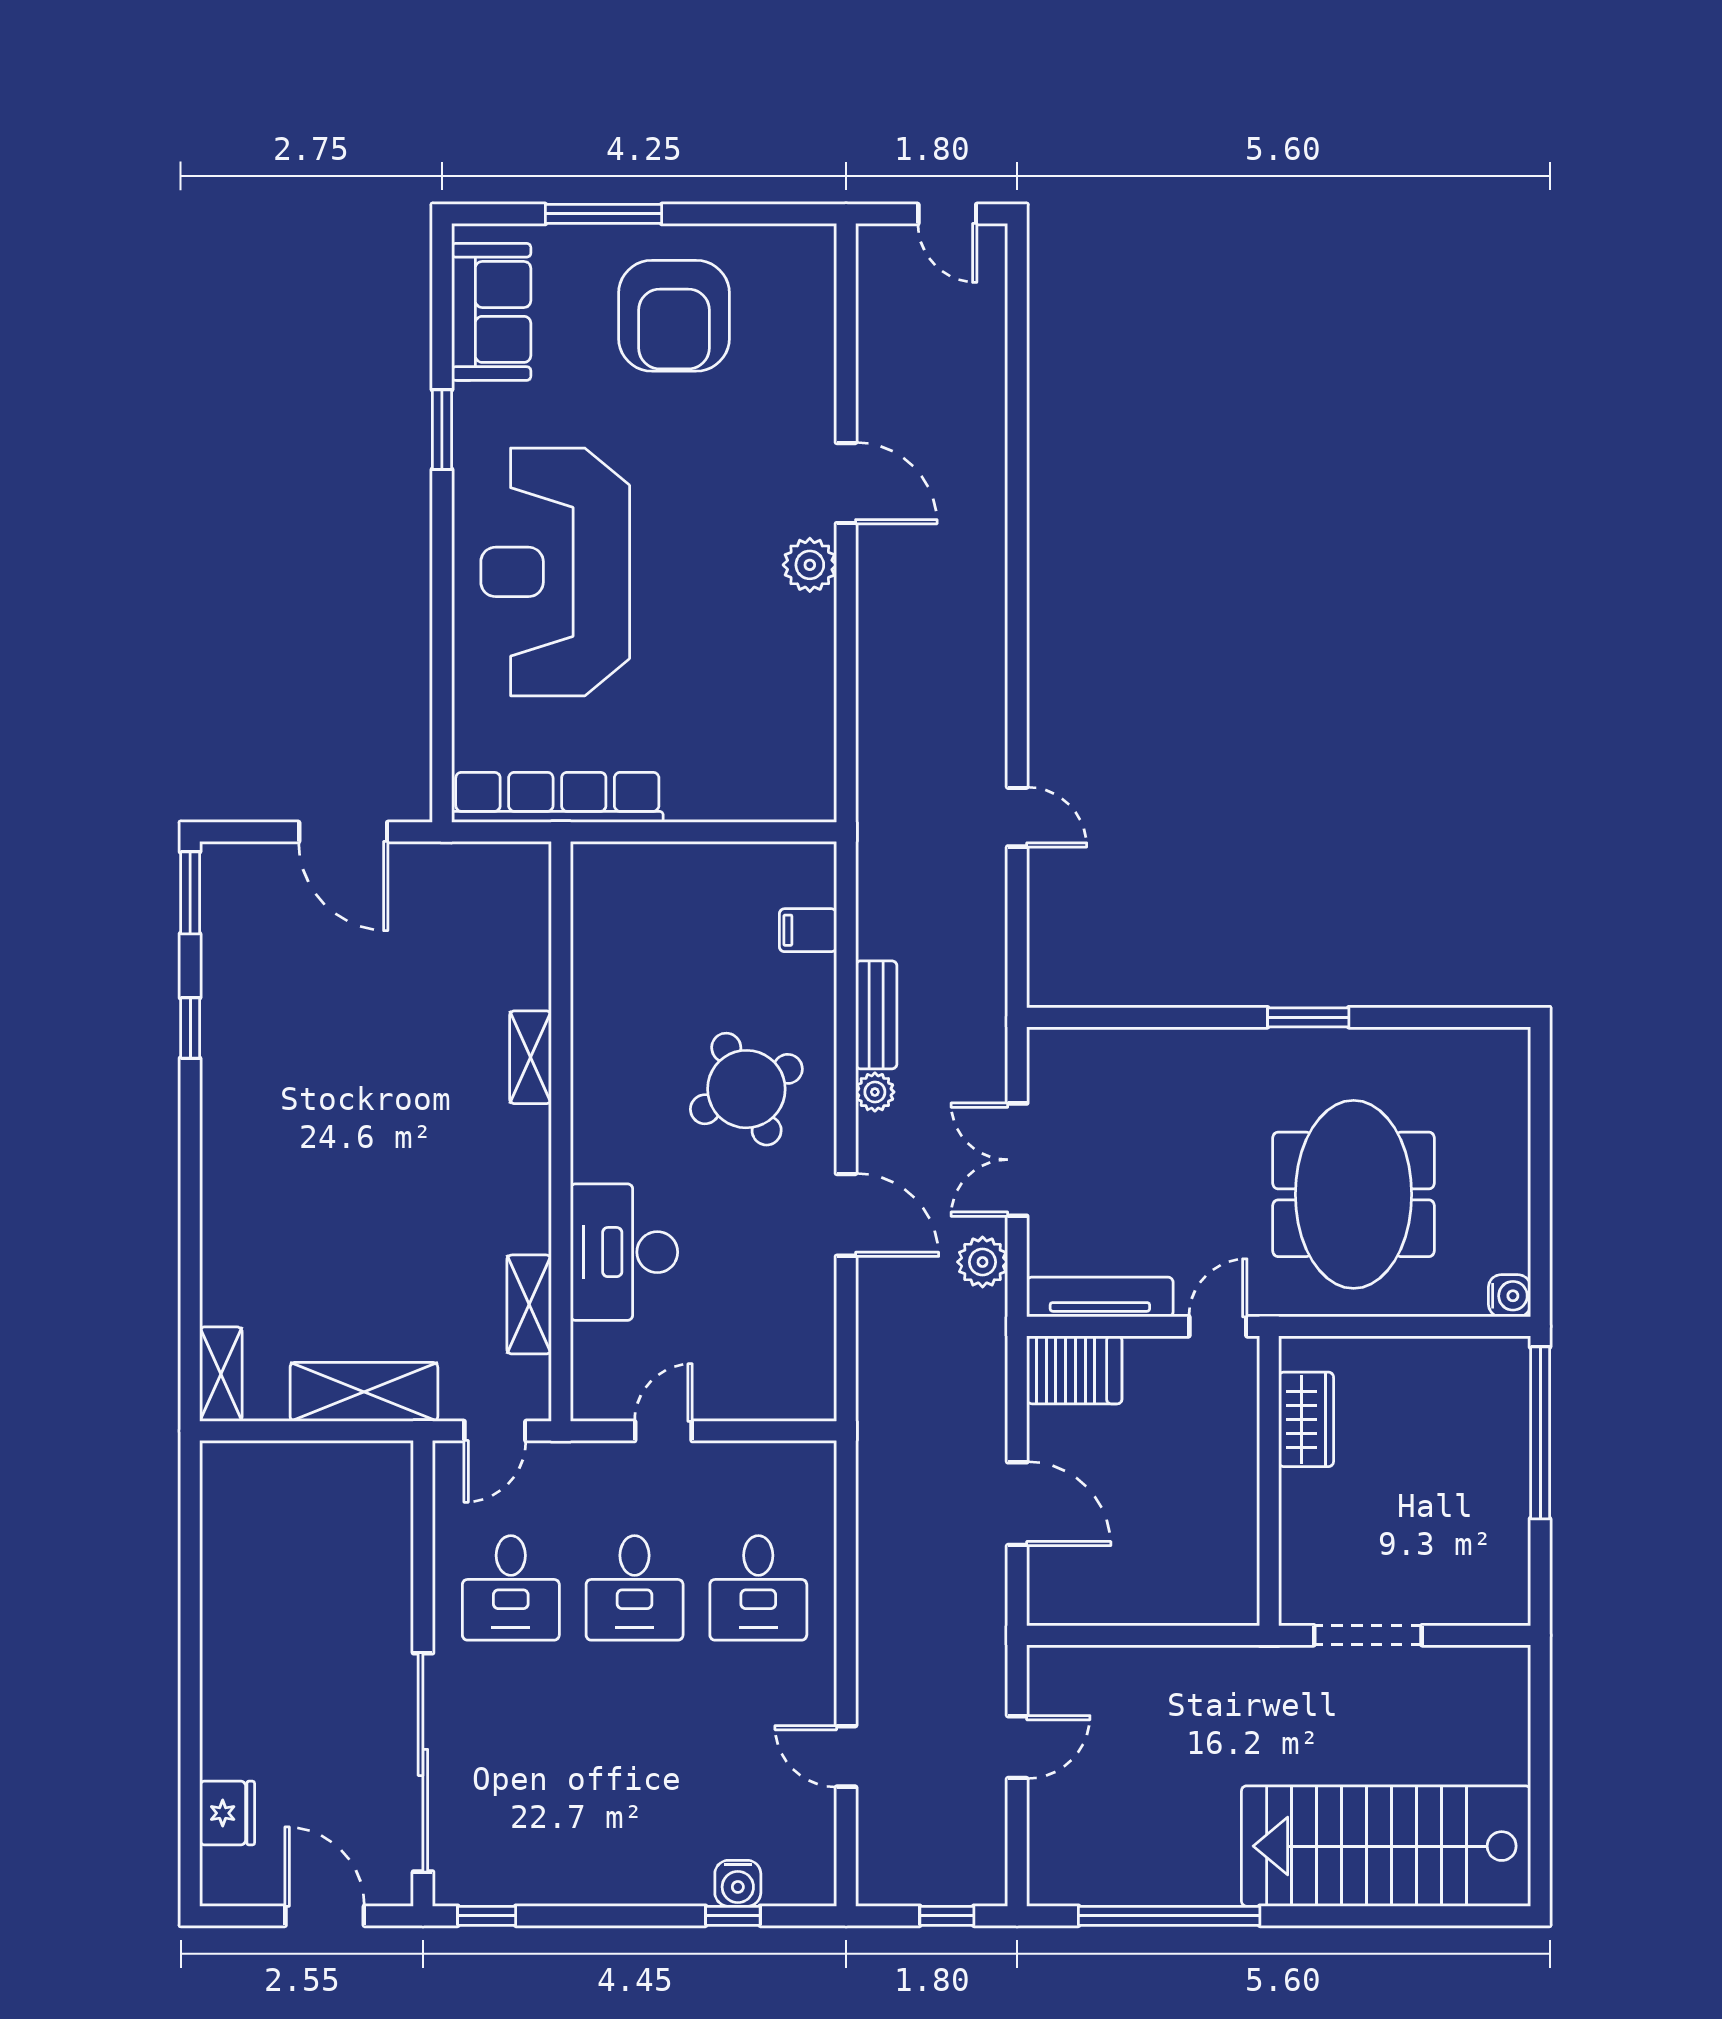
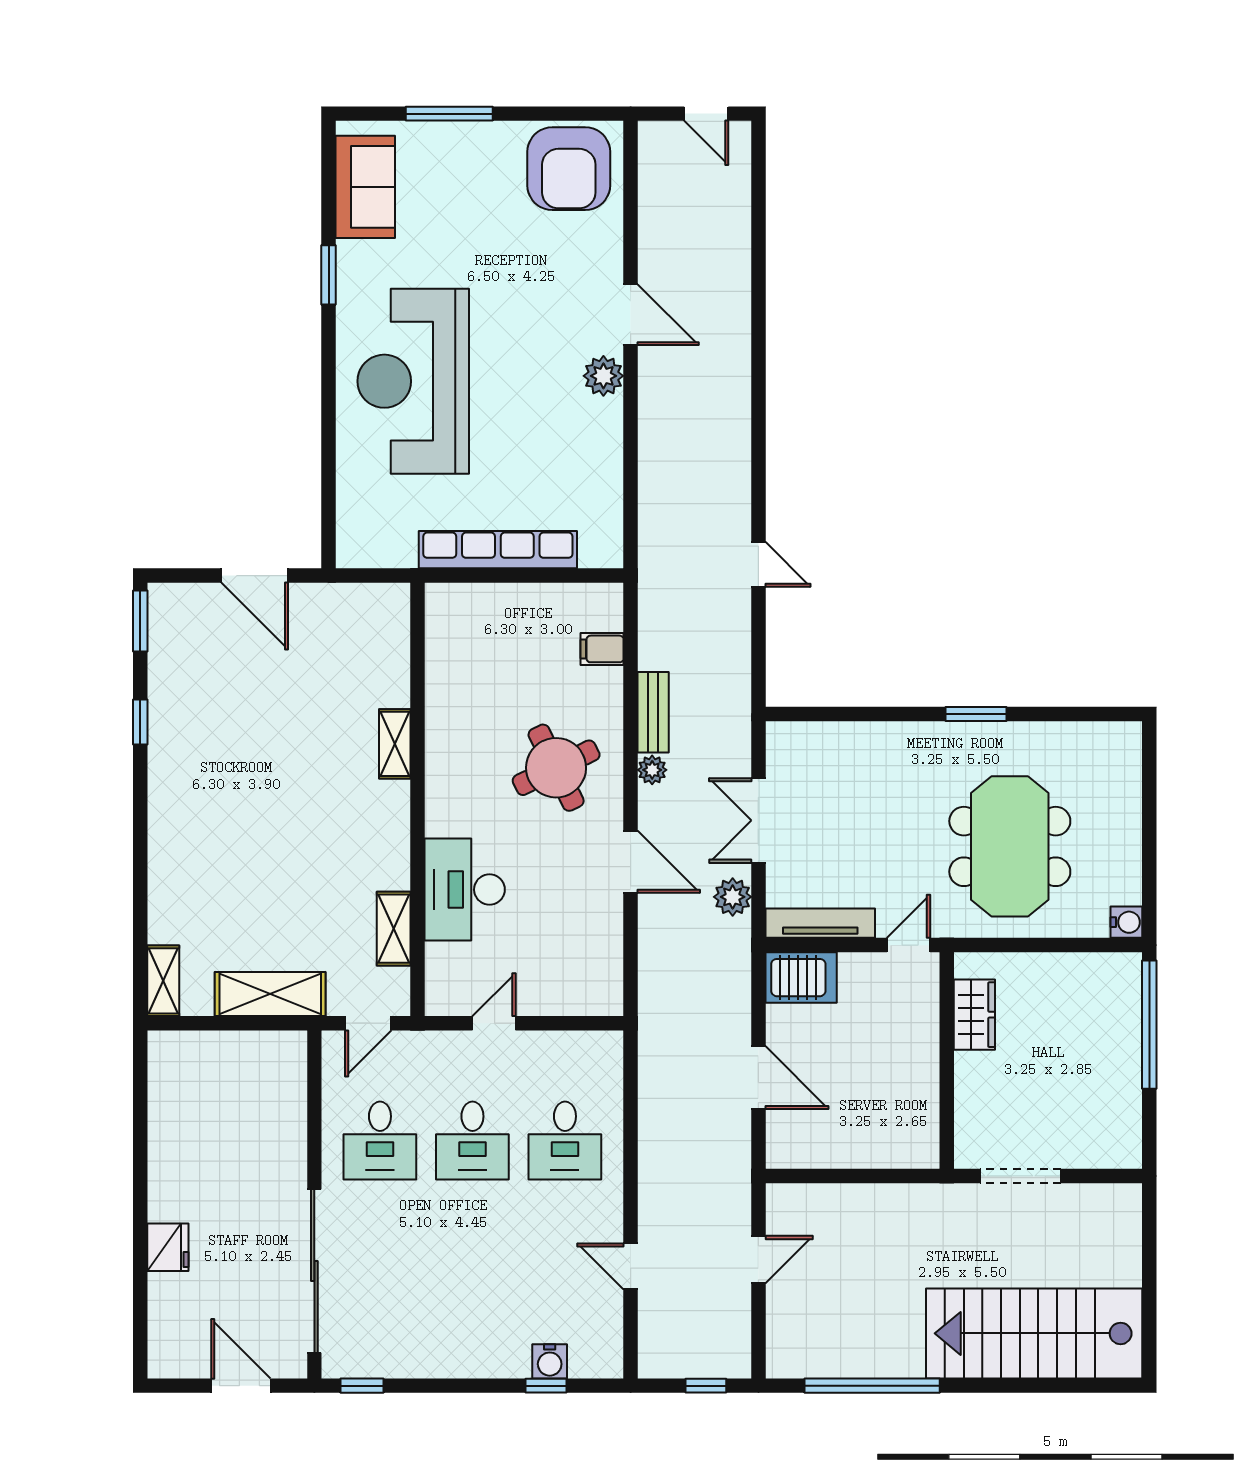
armchair: (674, 316) -> (569, 169), moved
row of seats: (557, 797) -> (498, 550), moved
fridge: (227, 1813) -> (168, 1247), moved

